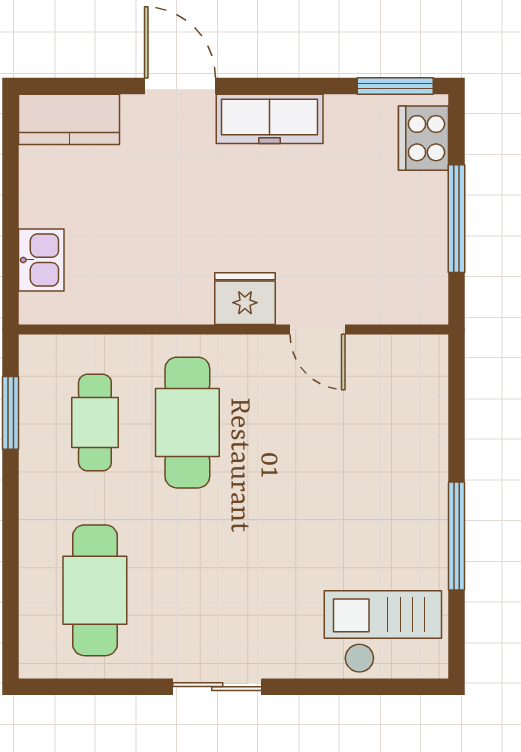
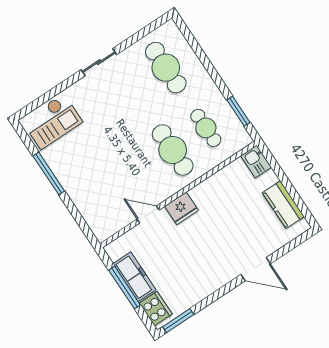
kitchen counter: (69, 119) -> (283, 205), moved, turned -90
freezer: (270, 119) -> (134, 277), moved, turned 90
kitchen sink: (41, 260) -> (256, 162), moved

